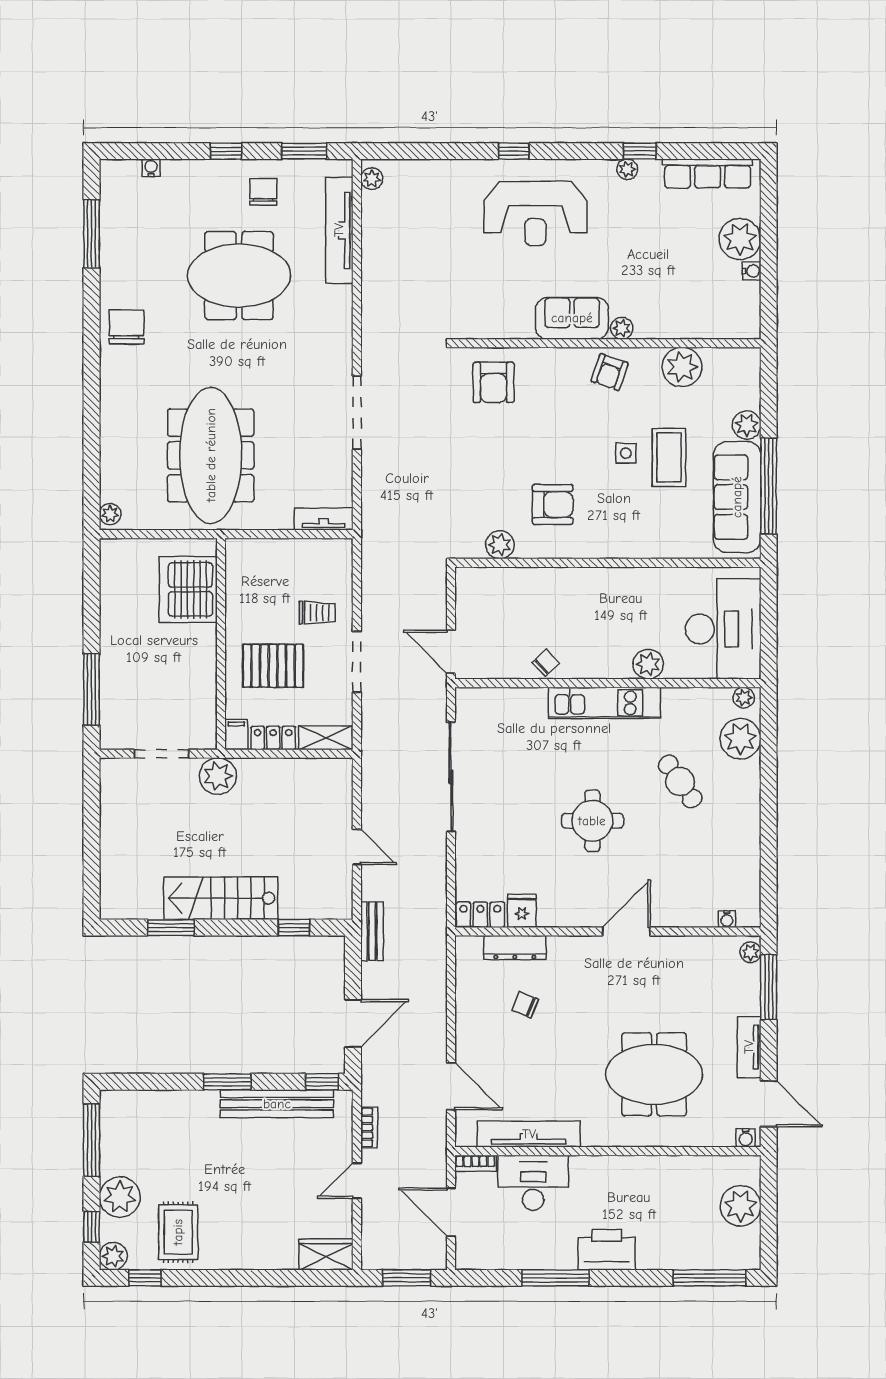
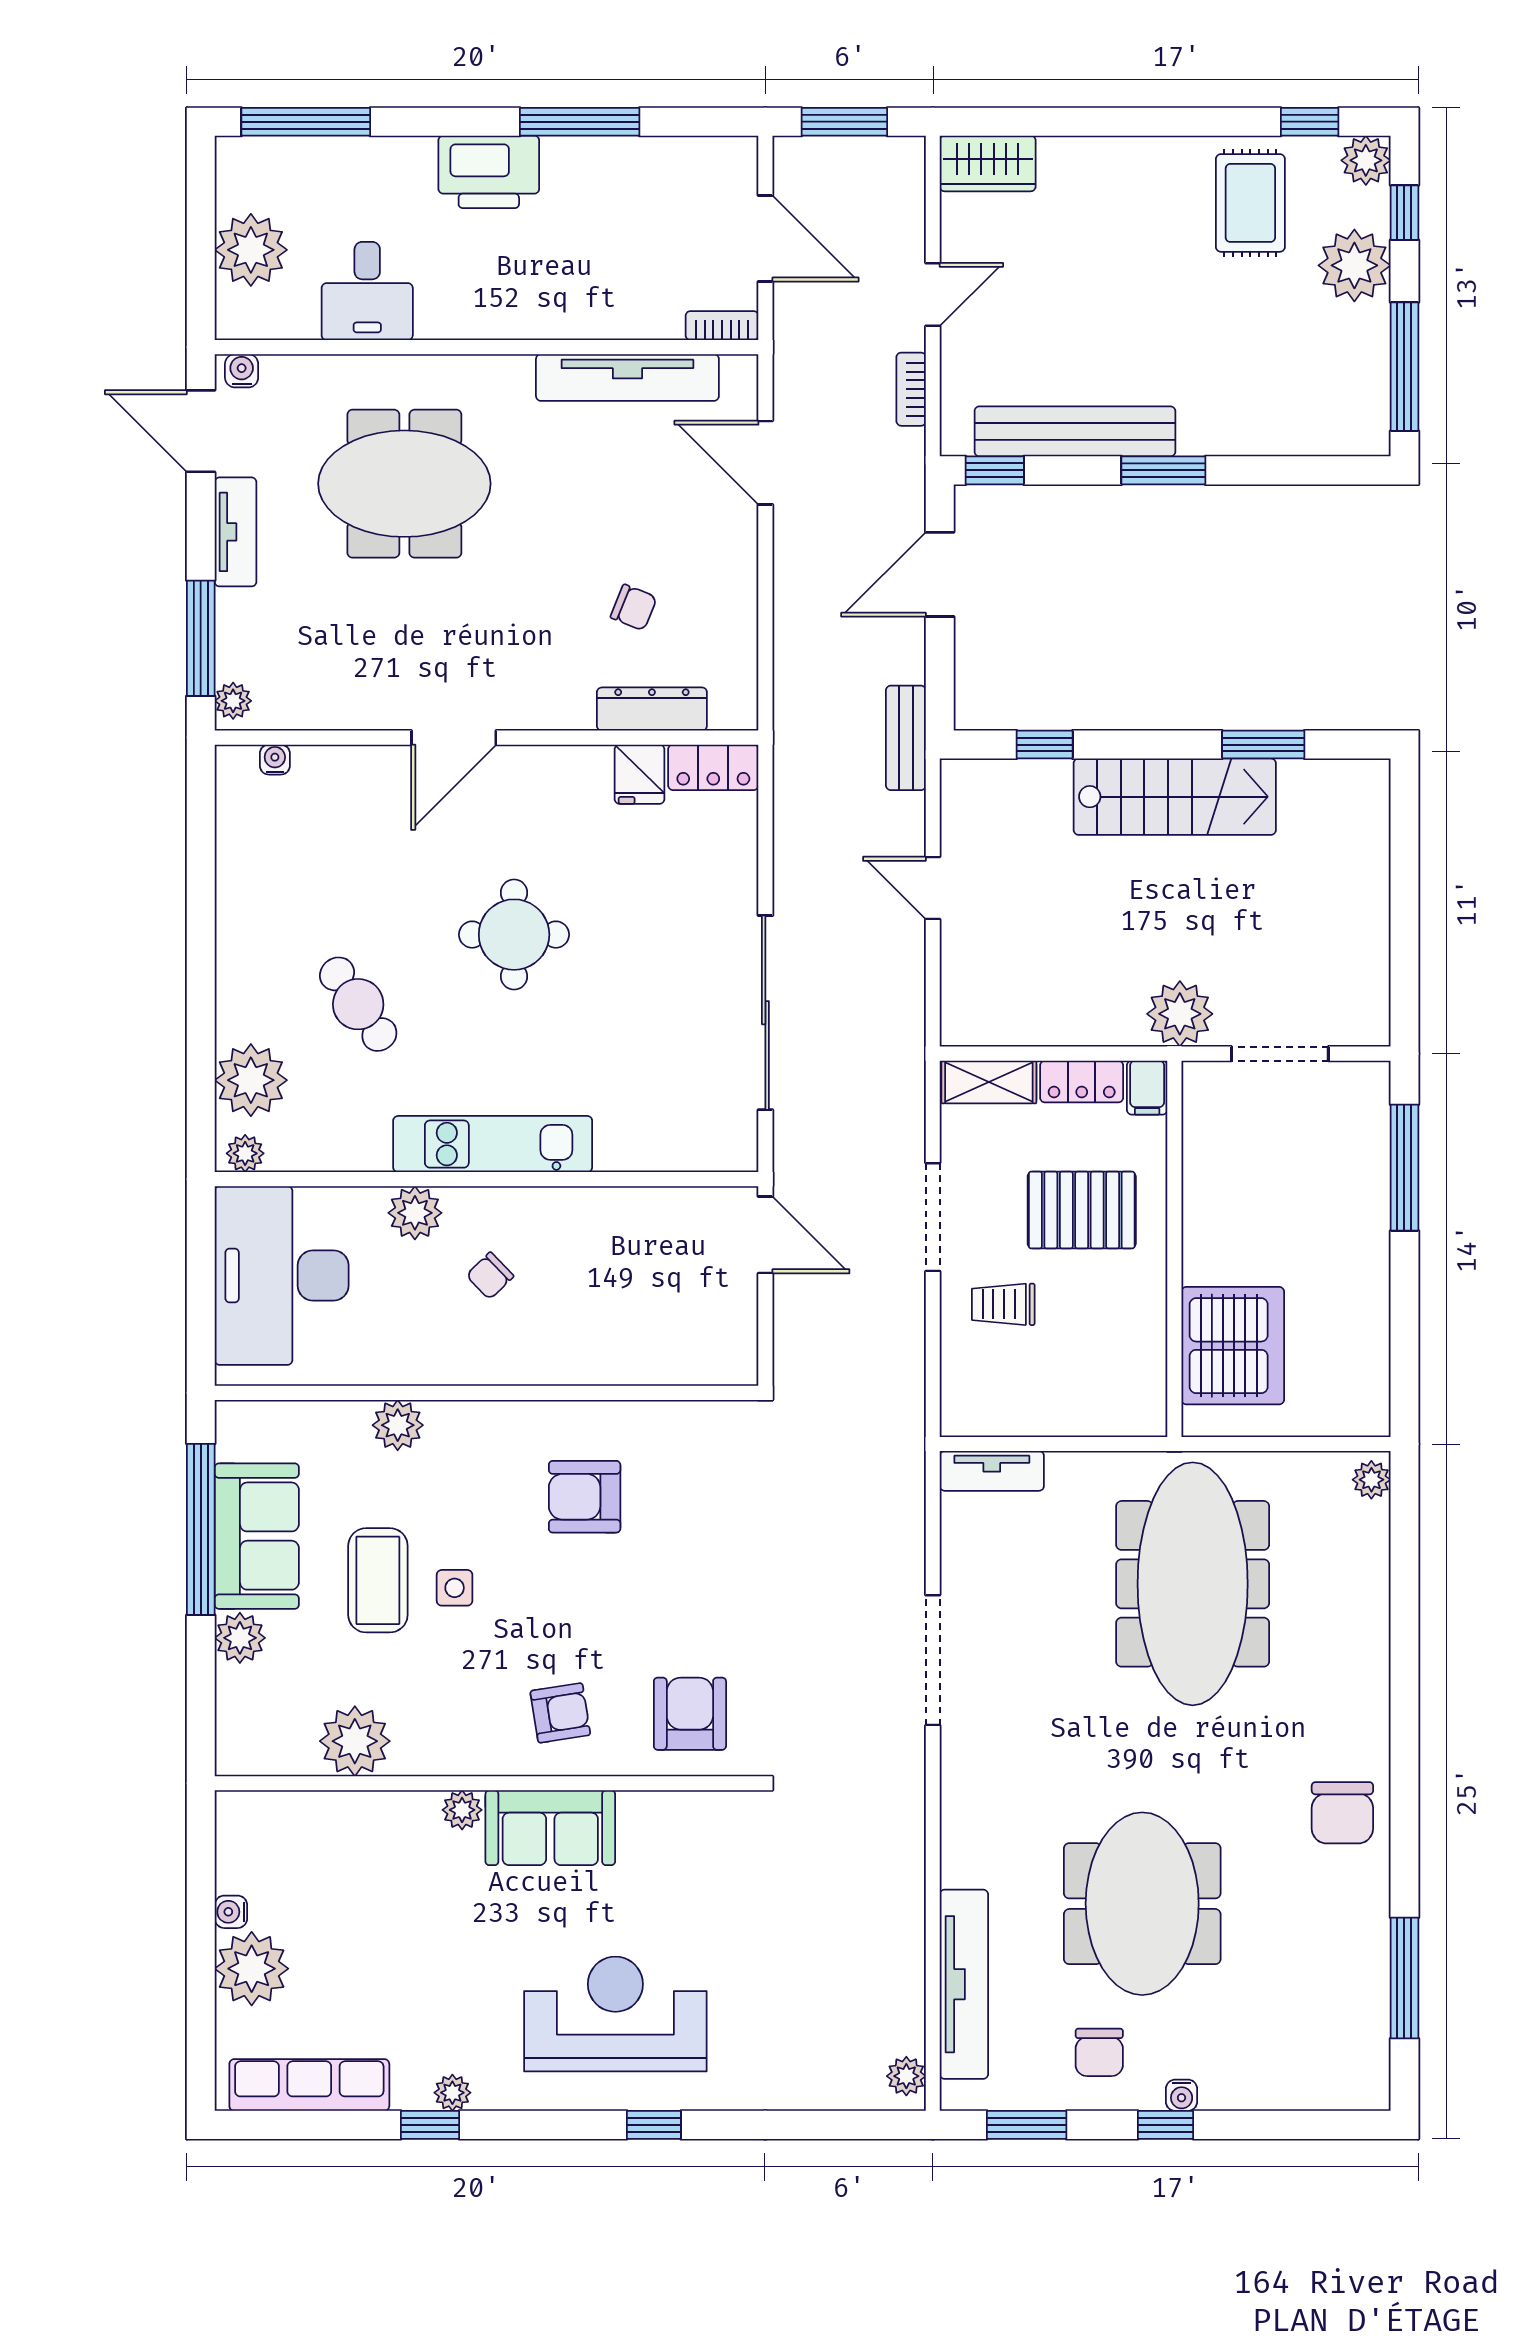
water cooler: (151, 168) -> (1182, 2095), moved
meeting table: (239, 276) -> (1142, 1904), turned 90
armchair: (610, 372) -> (560, 1713), moved, turned 62
sofa: (737, 497) -> (257, 1536), width x0.73
plant: (500, 545) -> (398, 1425), moved
chair: (546, 663) -> (490, 1276), moved
desk: (533, 1183) -> (367, 291), moved, width x0.73

